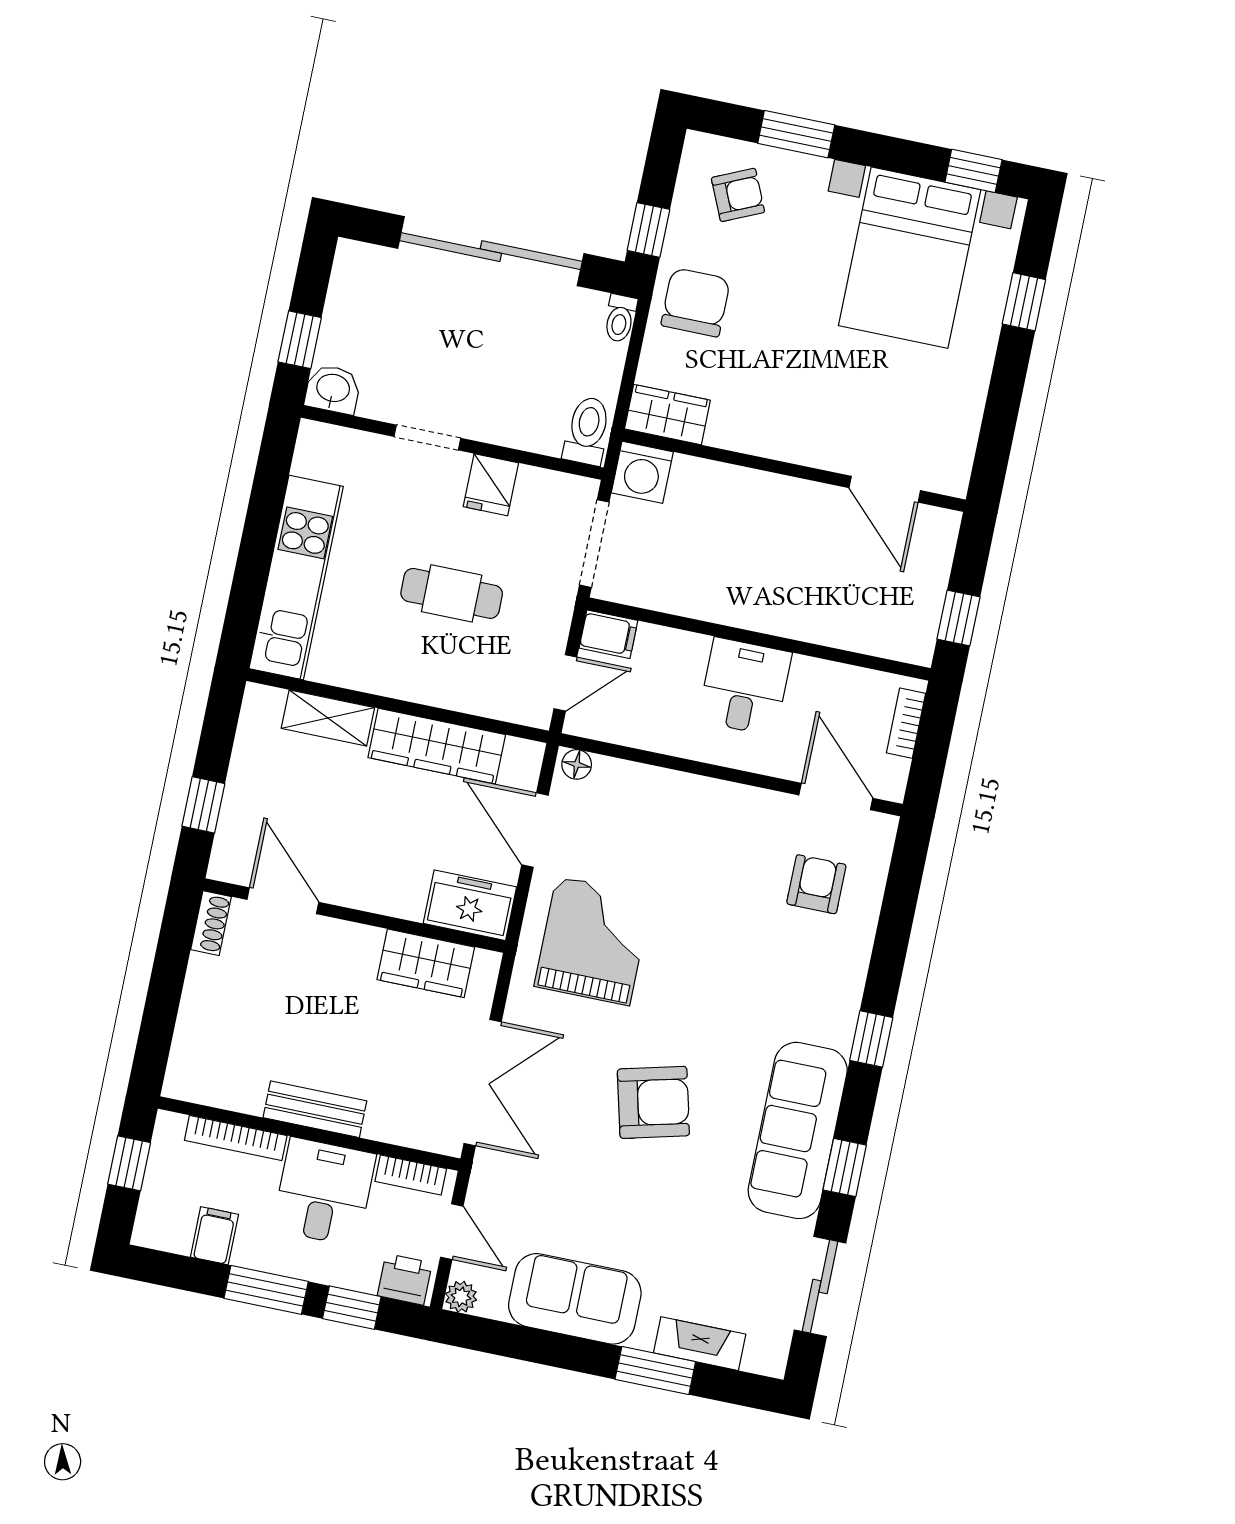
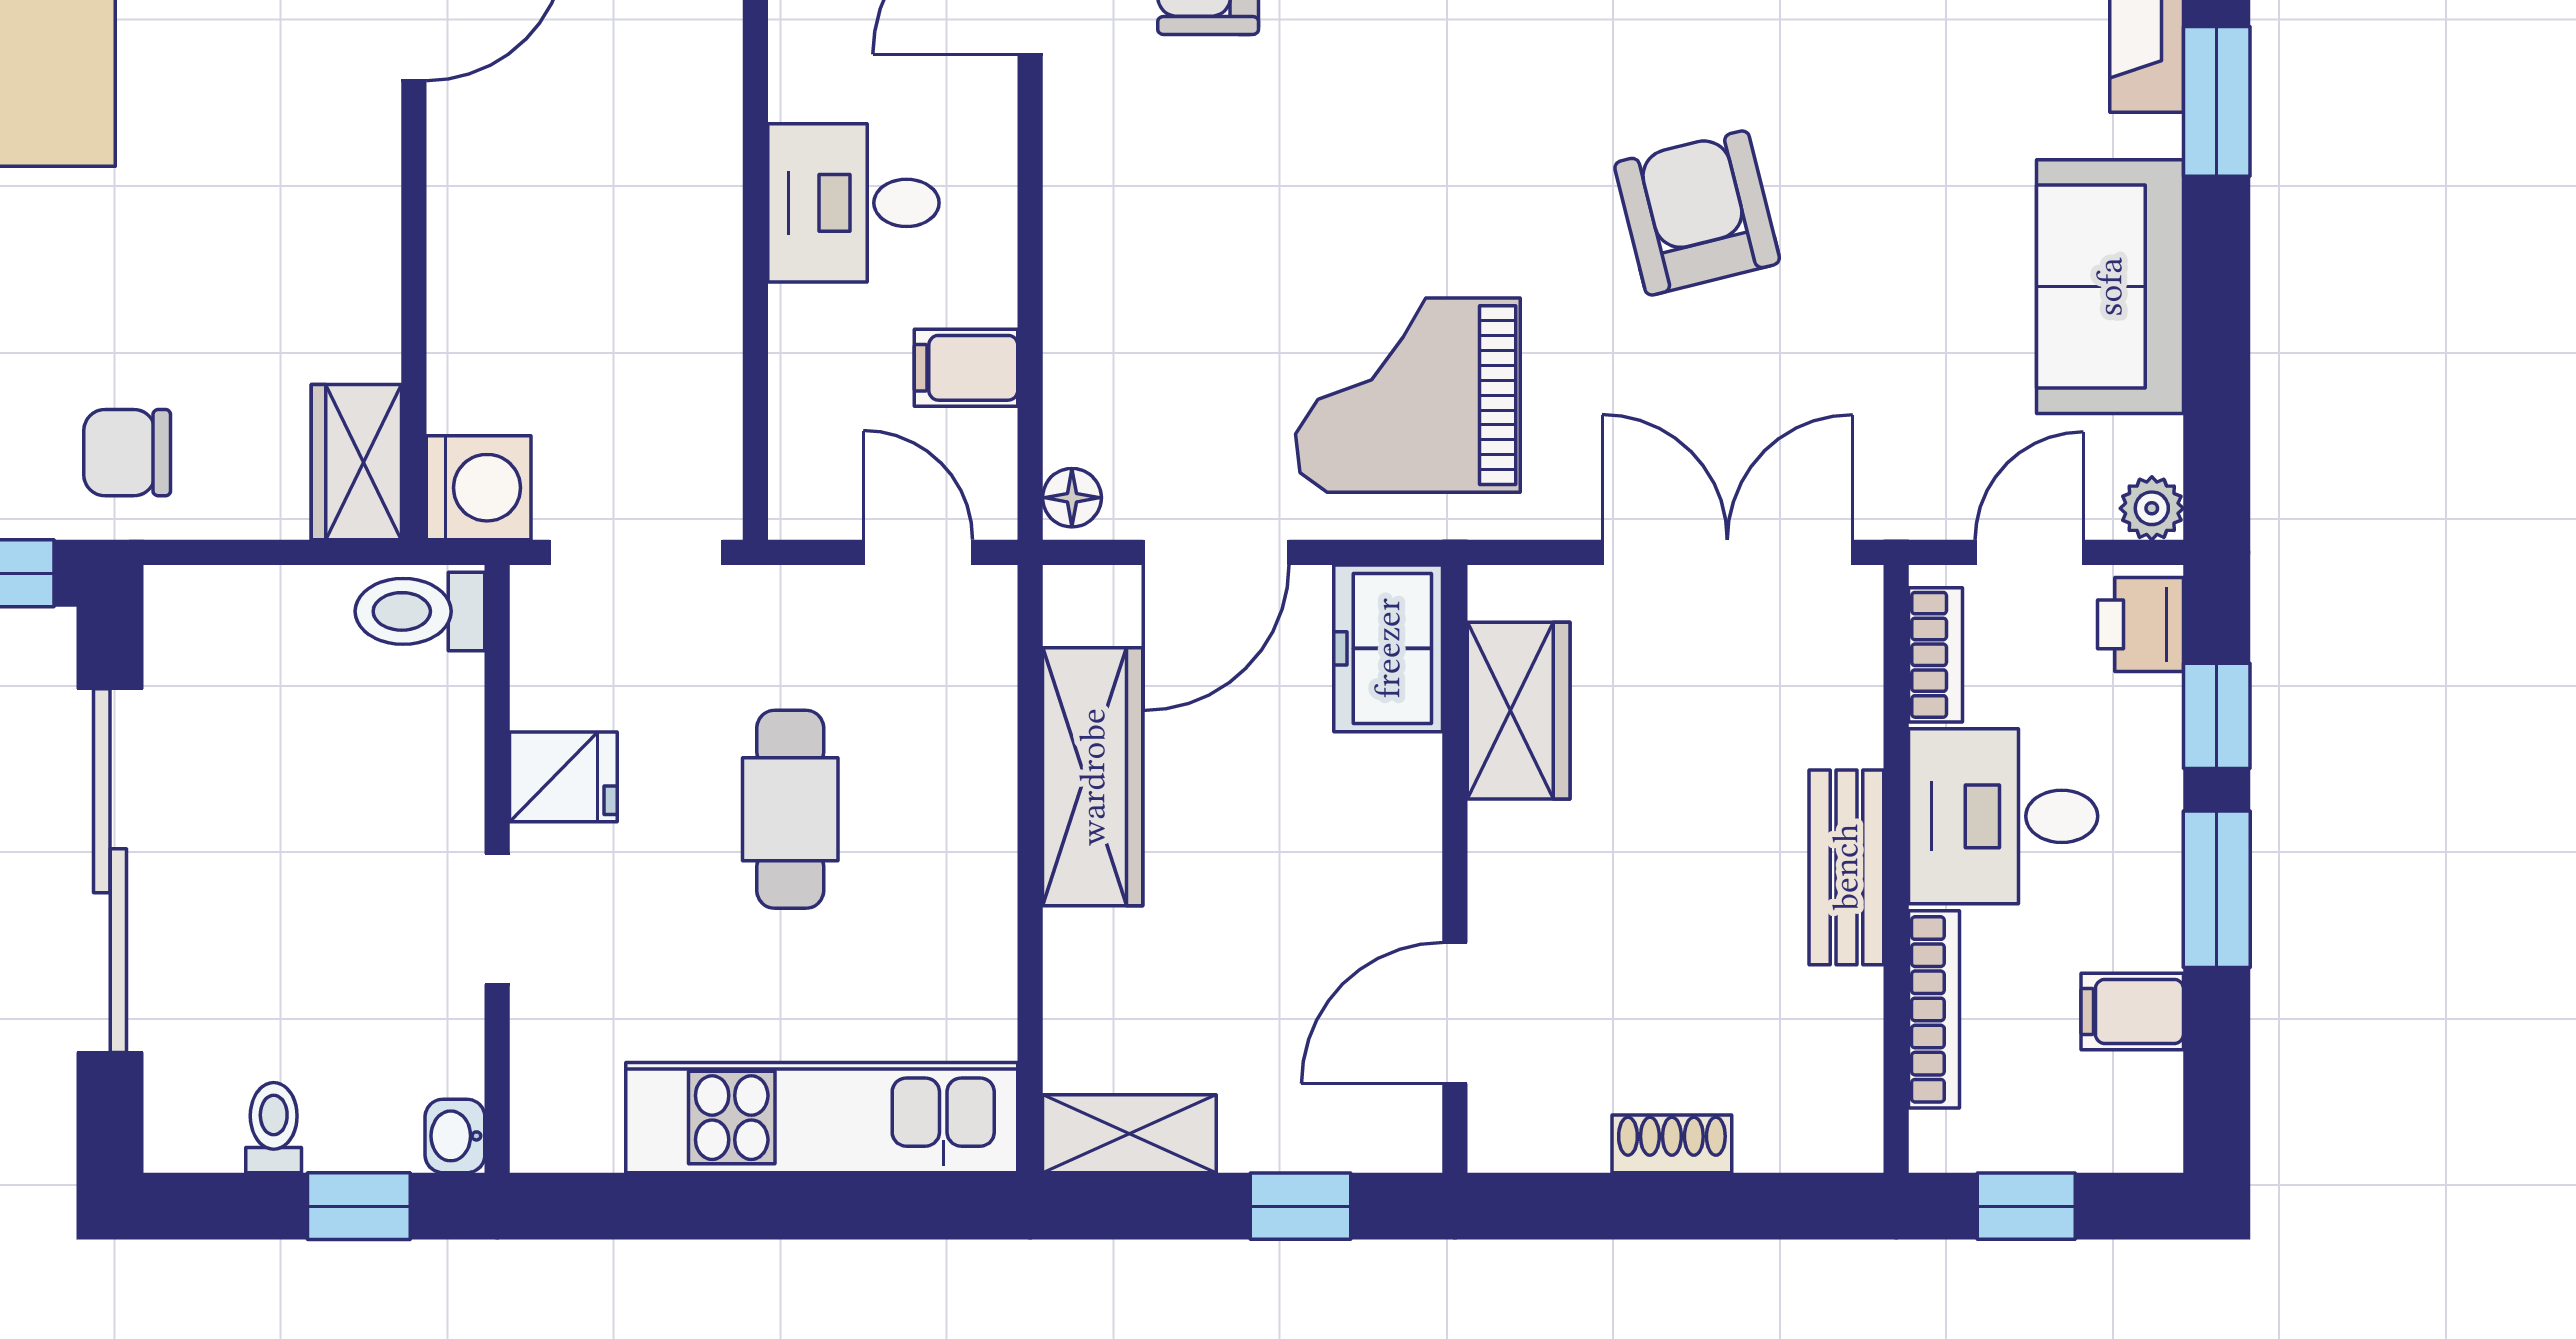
chair: (696, 302) -> (127, 453), width x0.73, depth x0.73
toilet: (620, 318) -> (274, 1128), moved, turned -90
washbasin: (333, 389) -> (455, 1136), width x0.72, depth x0.69
filing cabinet: (608, 634) -> (966, 368), moved, turned -90
shelving: (328, 718) -> (1129, 1134), moved, turned 90
shoe rack: (211, 923) -> (1672, 1144), moved

